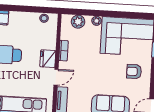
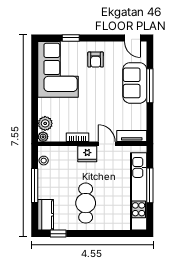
window: (22, 9) -> (35, 185), added
plant: (97, 21) -> (43, 137), moved

